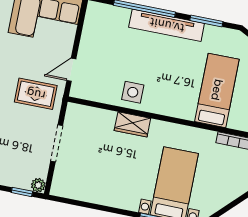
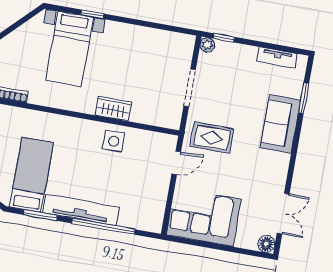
bed: (217, 90) -> (31, 175), moved, turned 180

